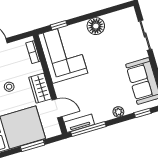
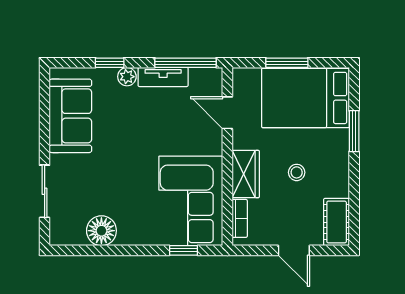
floor lamp: (96, 26) -> (101, 231), moved
wardrobe: (40, 88) -> (246, 174), moved
window: (143, 113) -> (110, 63), moved
tv unit: (79, 123) -> (163, 77), moved

